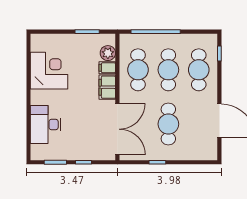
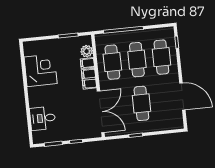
desk: (45, 124) -> (43, 118), width x0.73

